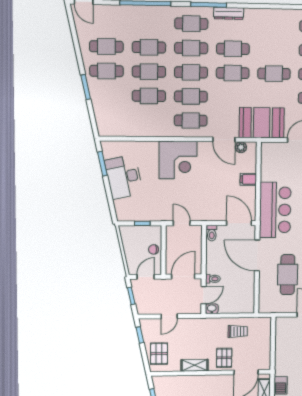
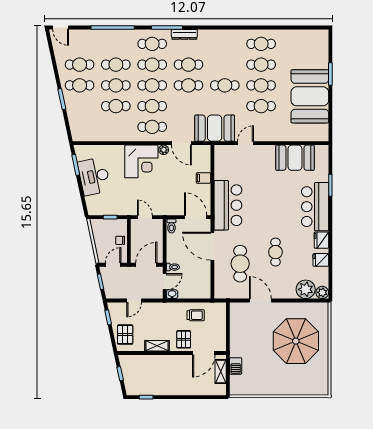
plant: (241, 147) -> (164, 150), moved

